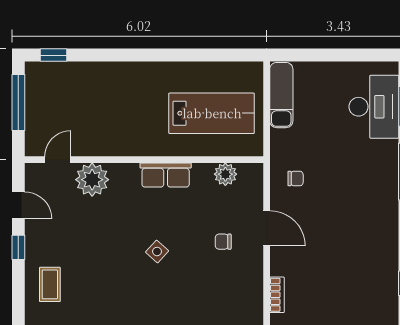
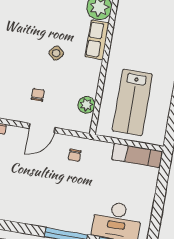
row of seats: (166, 175) -> (97, 40), moved
side table: (157, 251) -> (56, 53), moved

